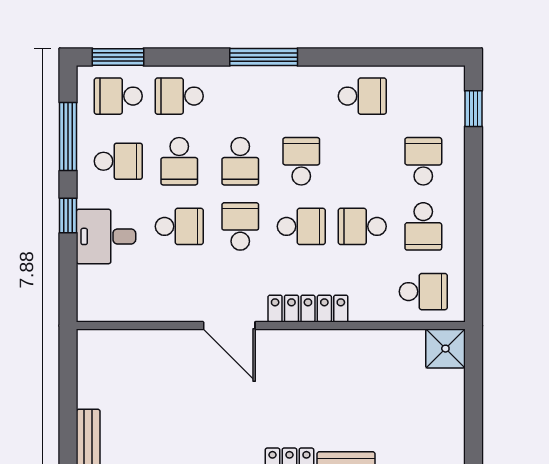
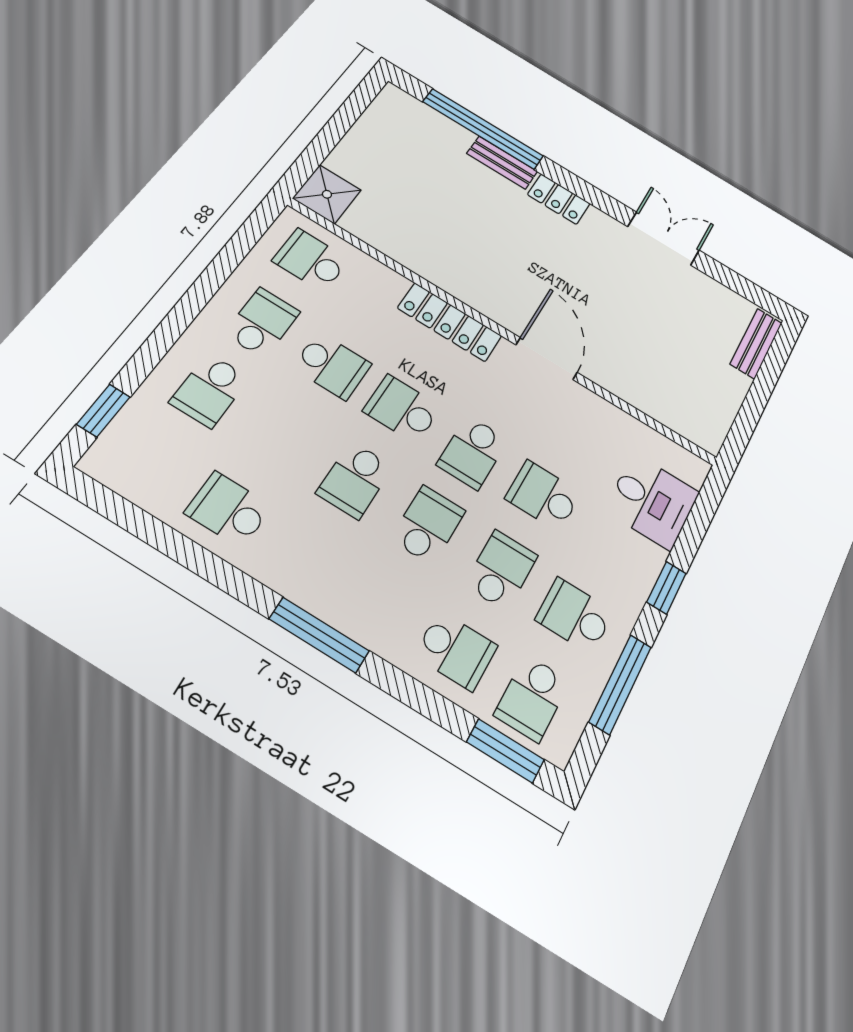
school desk: (118, 96) -> (532, 698), turned 90
desk: (106, 236) -> (652, 501), moved

